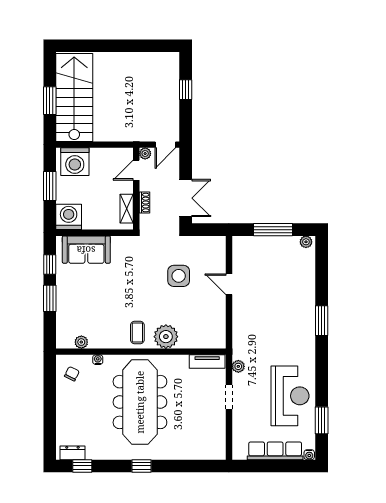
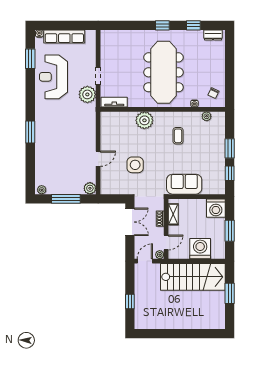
stairs: (74, 97) -> (193, 277), moved, turned -90
washing machine: (75, 162) -> (200, 249), moved
double door: (186, 198) -> (130, 222), swing flipped
plant: (240, 244) -> (90, 188), added
sofa: (86, 250) -> (184, 184), moved
door: (229, 284) -> (98, 159), hinge flipped
coffee table: (137, 333) -> (178, 136), moved
plant: (238, 366) -> (87, 94), width x1.88, depth x1.88
window: (82, 466) -> (193, 25), moved

